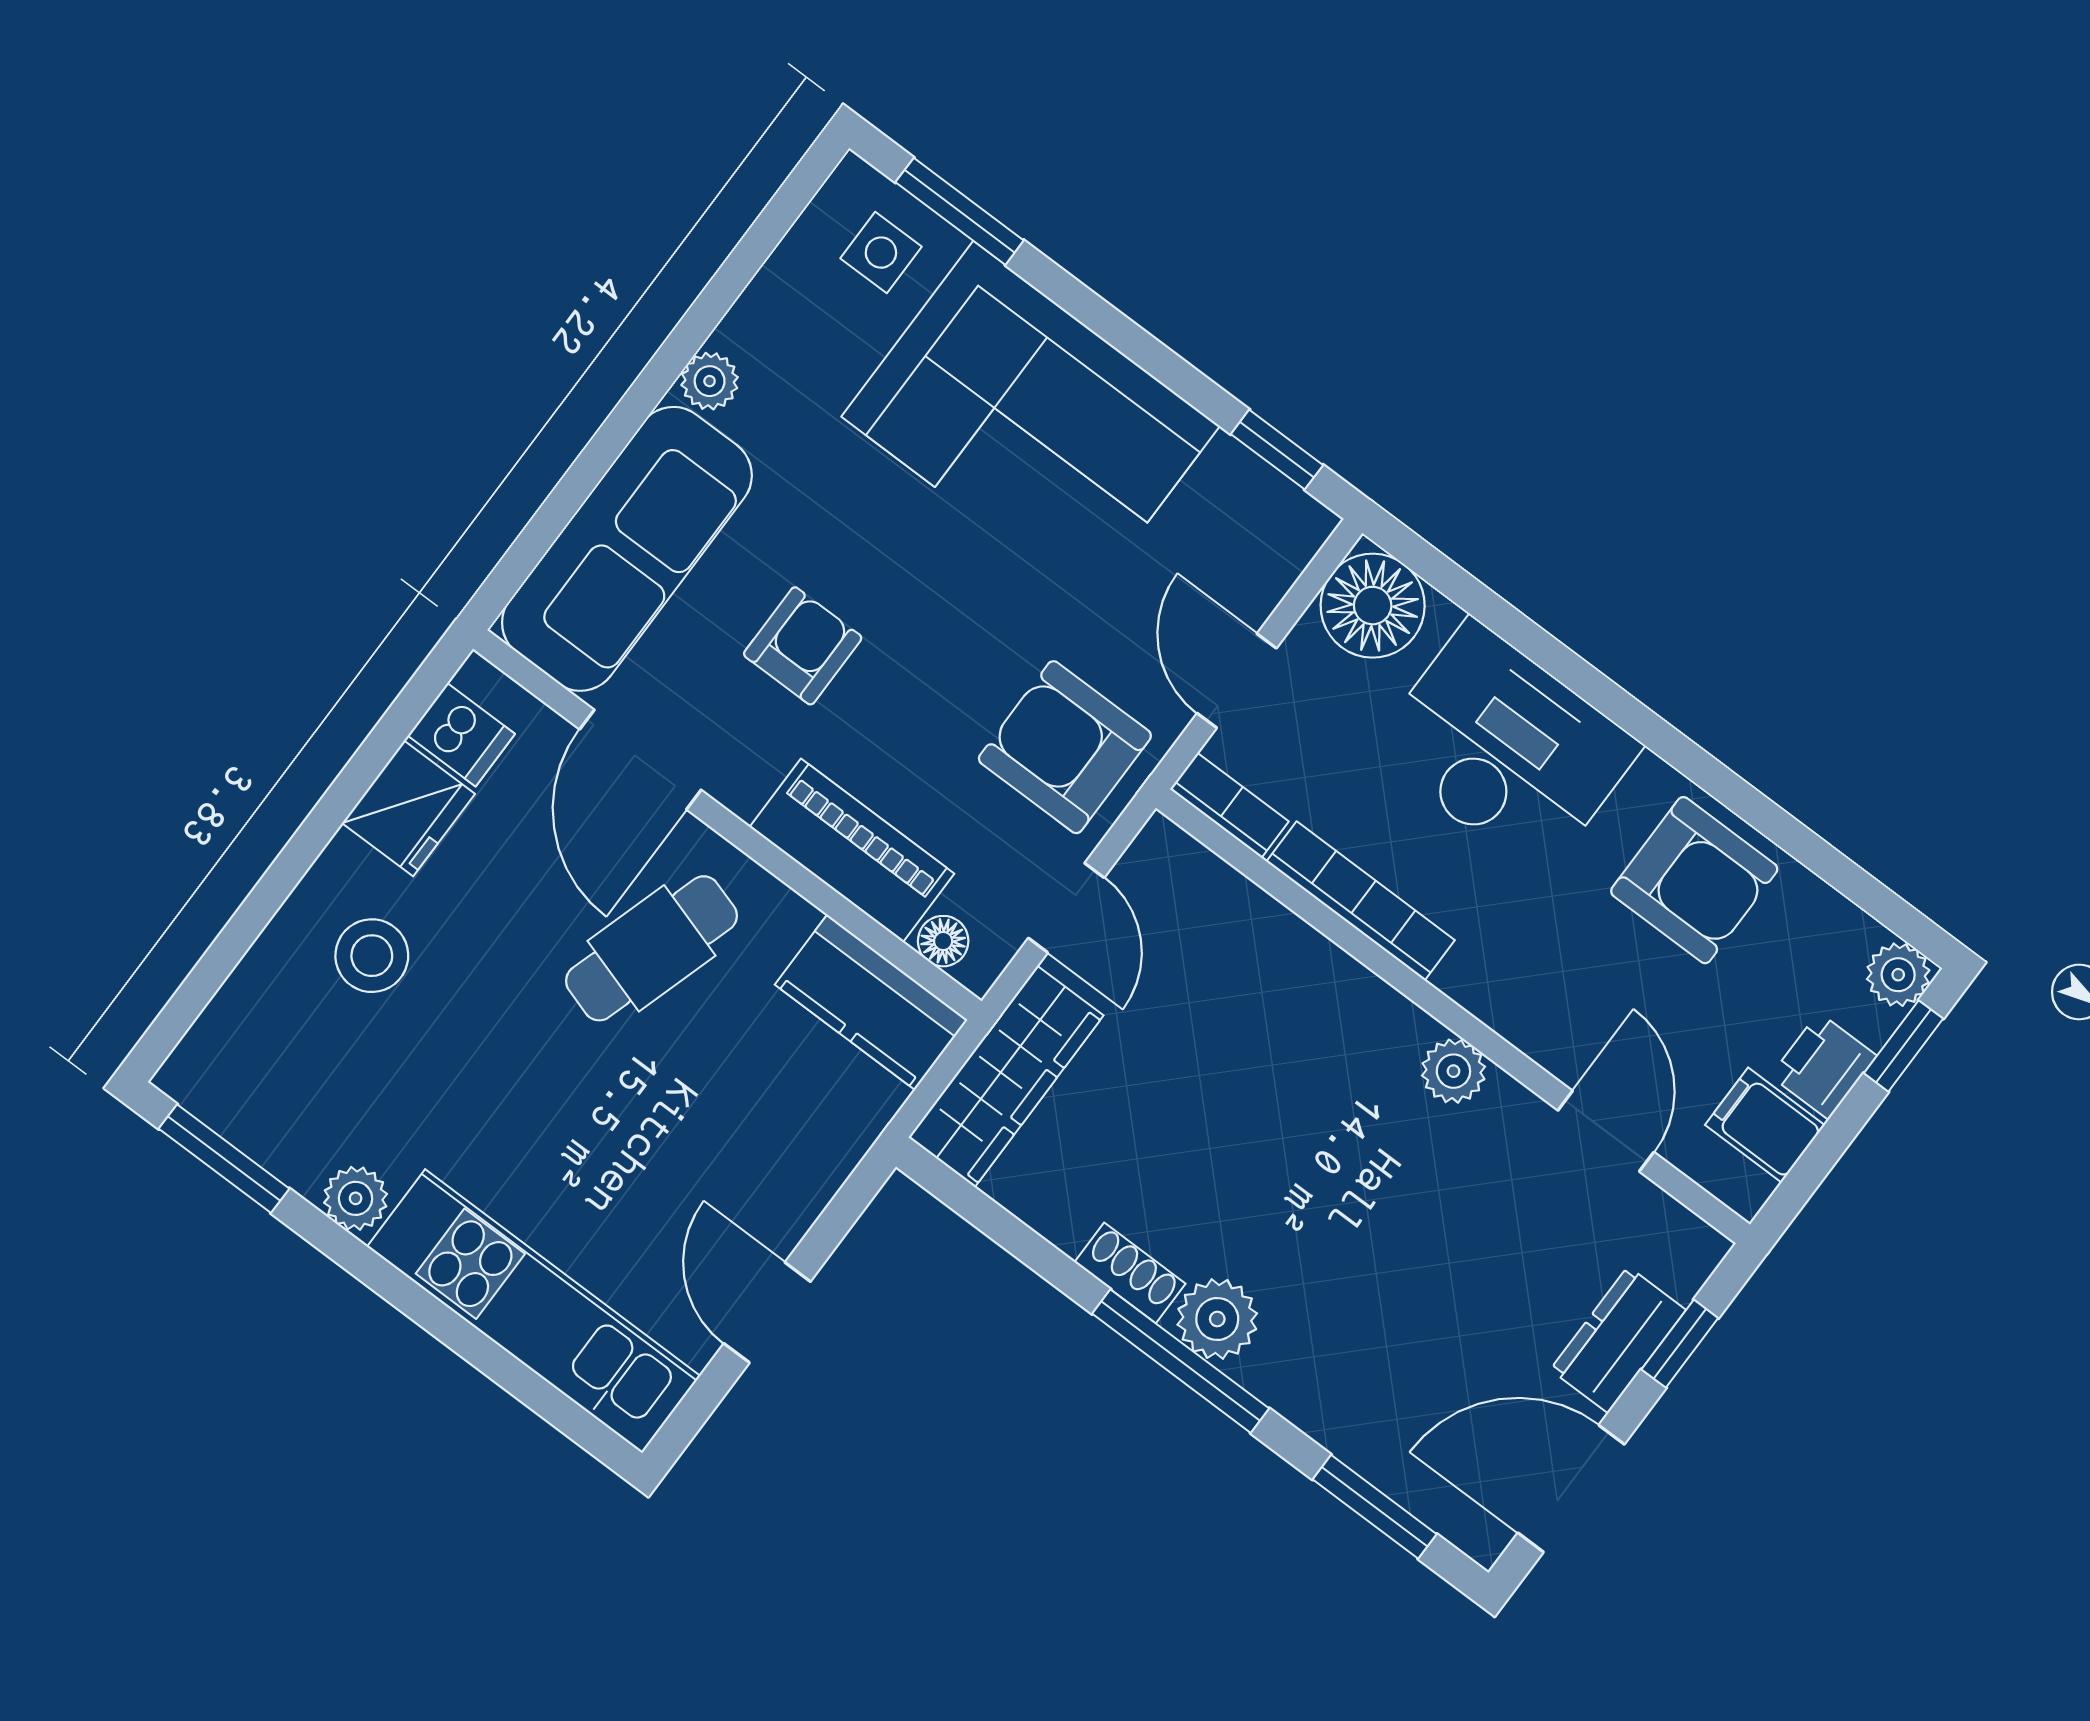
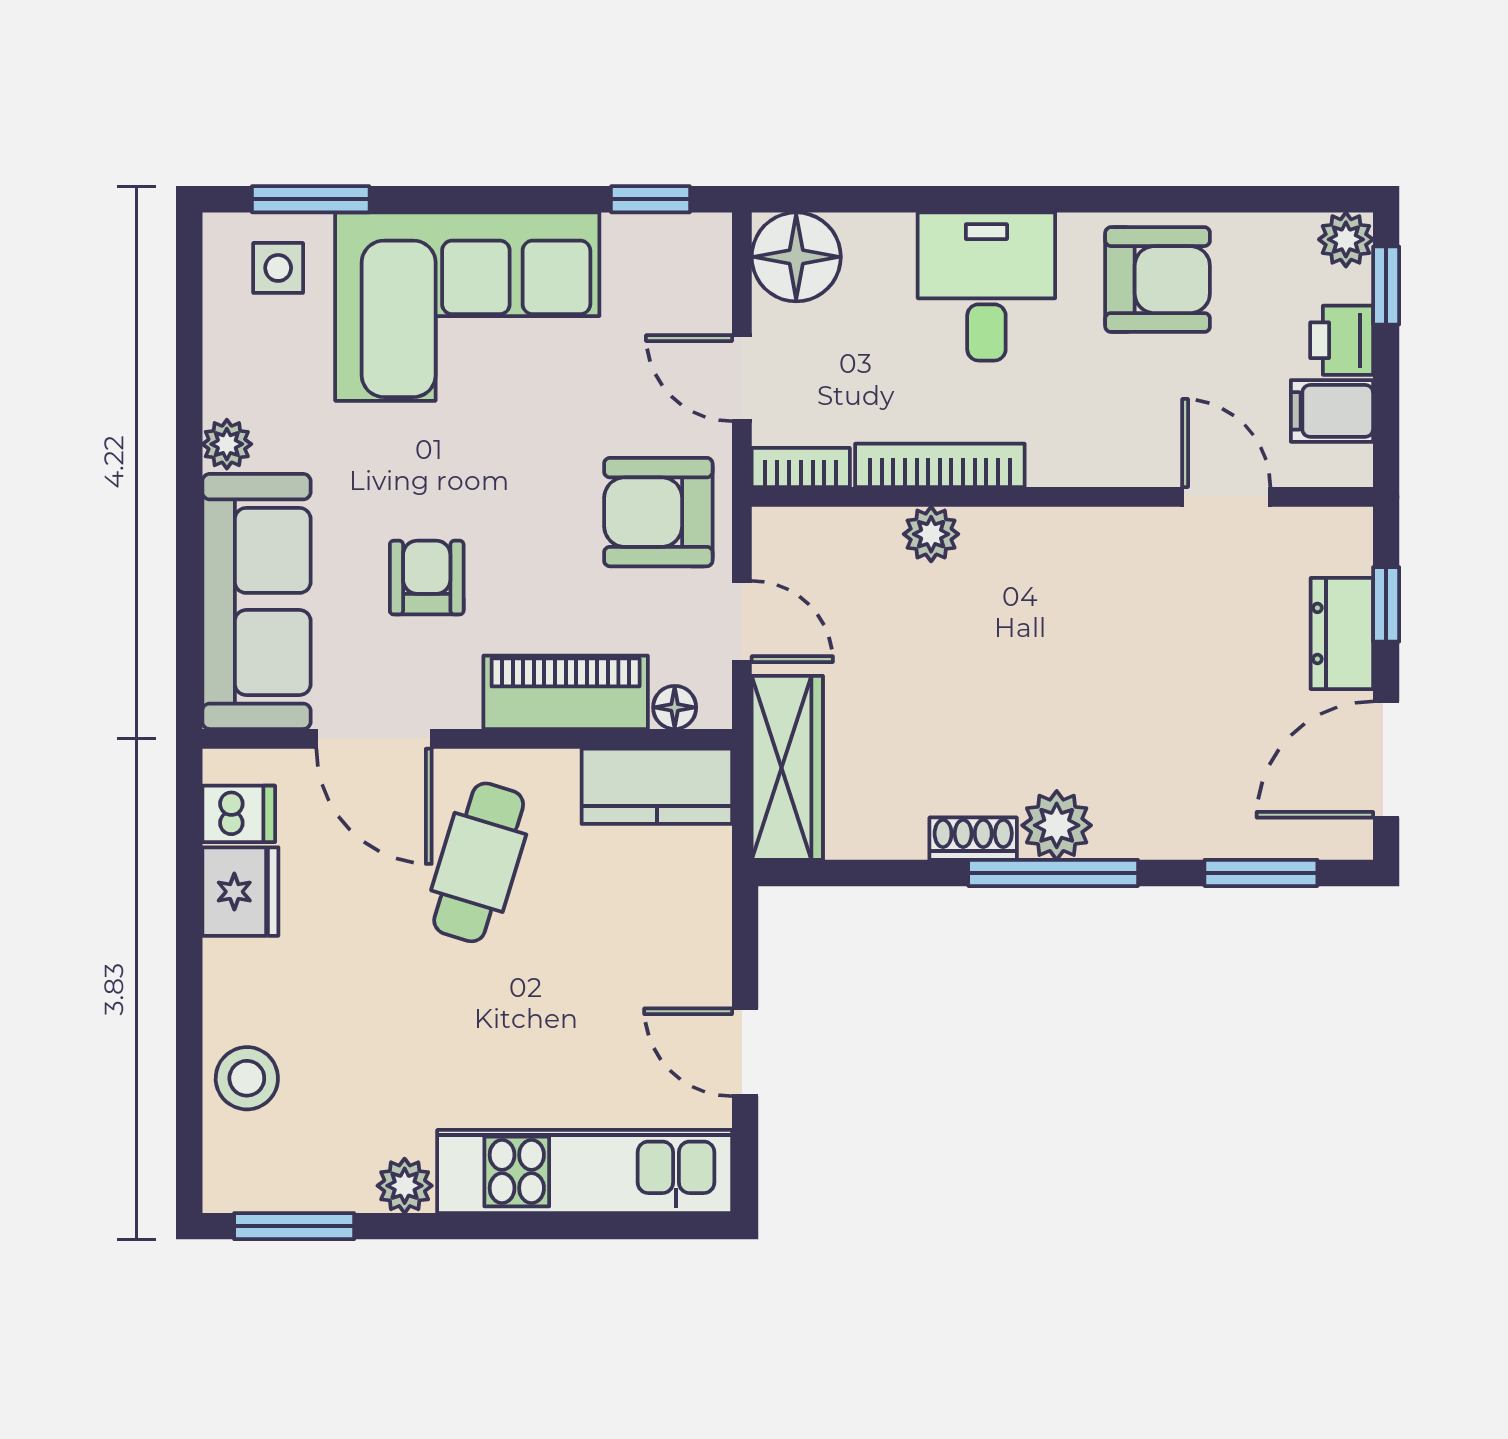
desk: (1506, 749) -> (986, 286), width x0.73
stool: (372, 956) -> (247, 1078), moved
plant: (1453, 1071) -> (931, 534), moved

